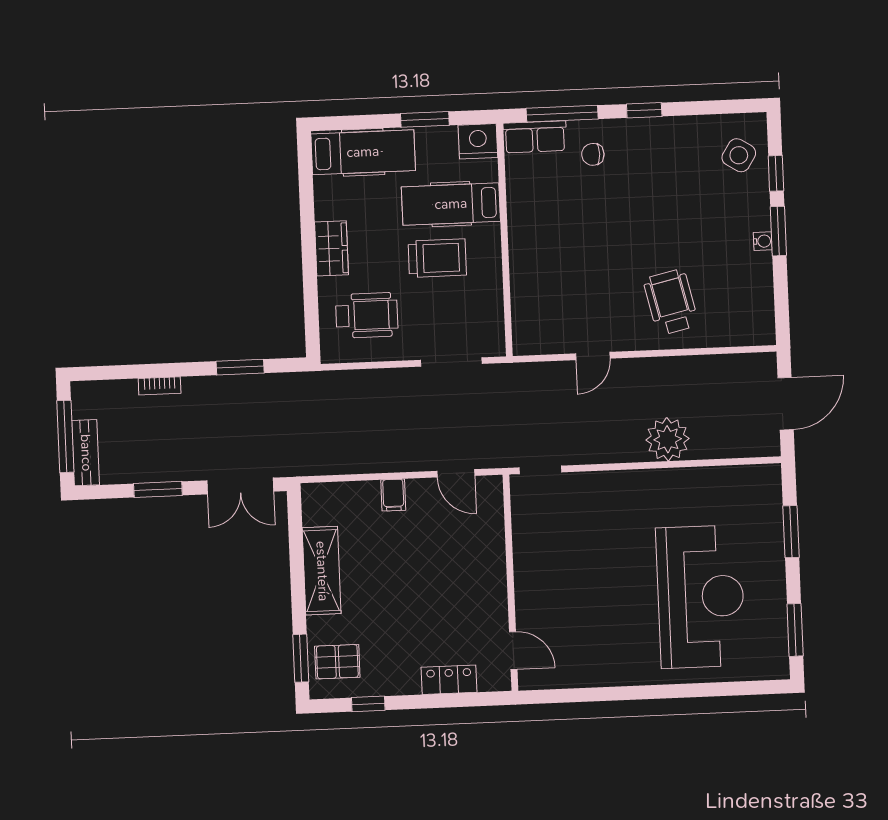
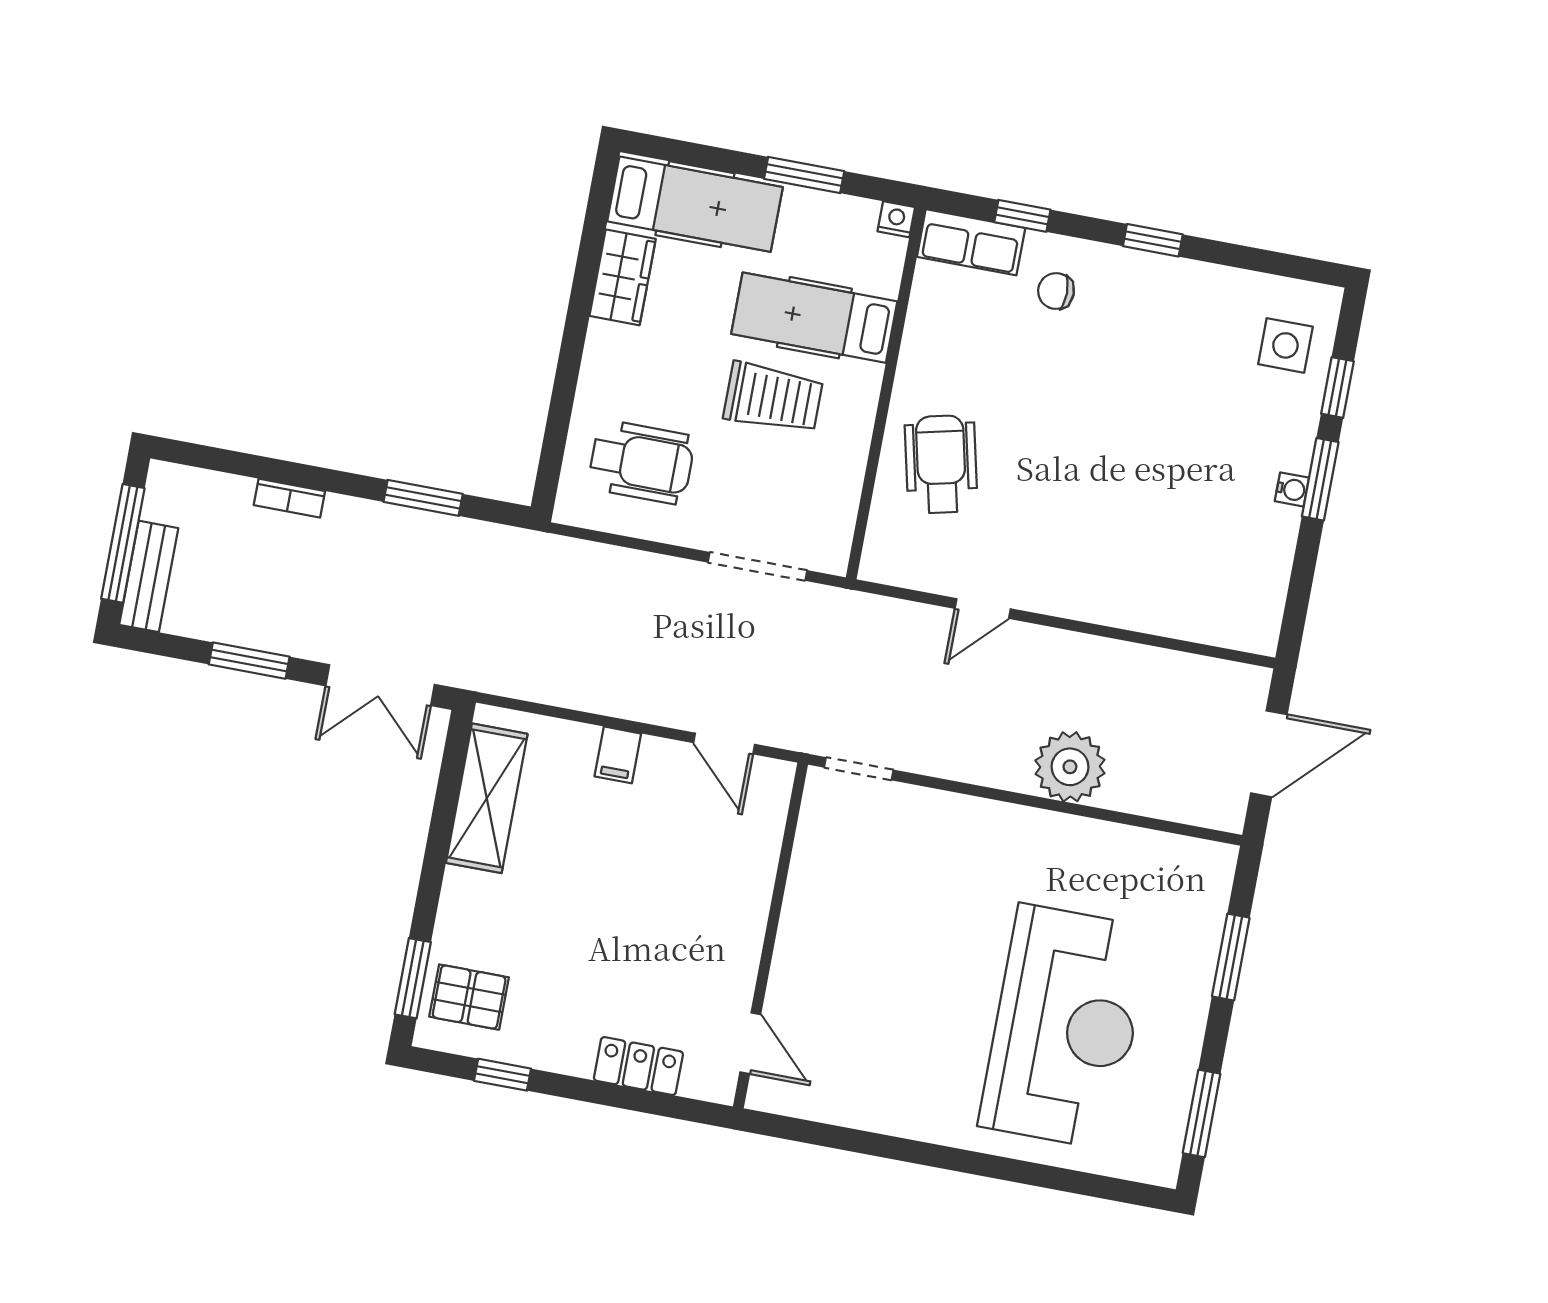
window: (562, 114) -> (1022, 216), width x0.46
nightstand: (478, 141) -> (896, 219), width x0.53, depth x0.56
side table: (739, 155) -> (1285, 345), turned -32
wardrobe: (331, 248) -> (623, 277), moved
wheelchair: (671, 302) -> (941, 464), moved
shelving: (322, 571) -> (487, 798), moved

